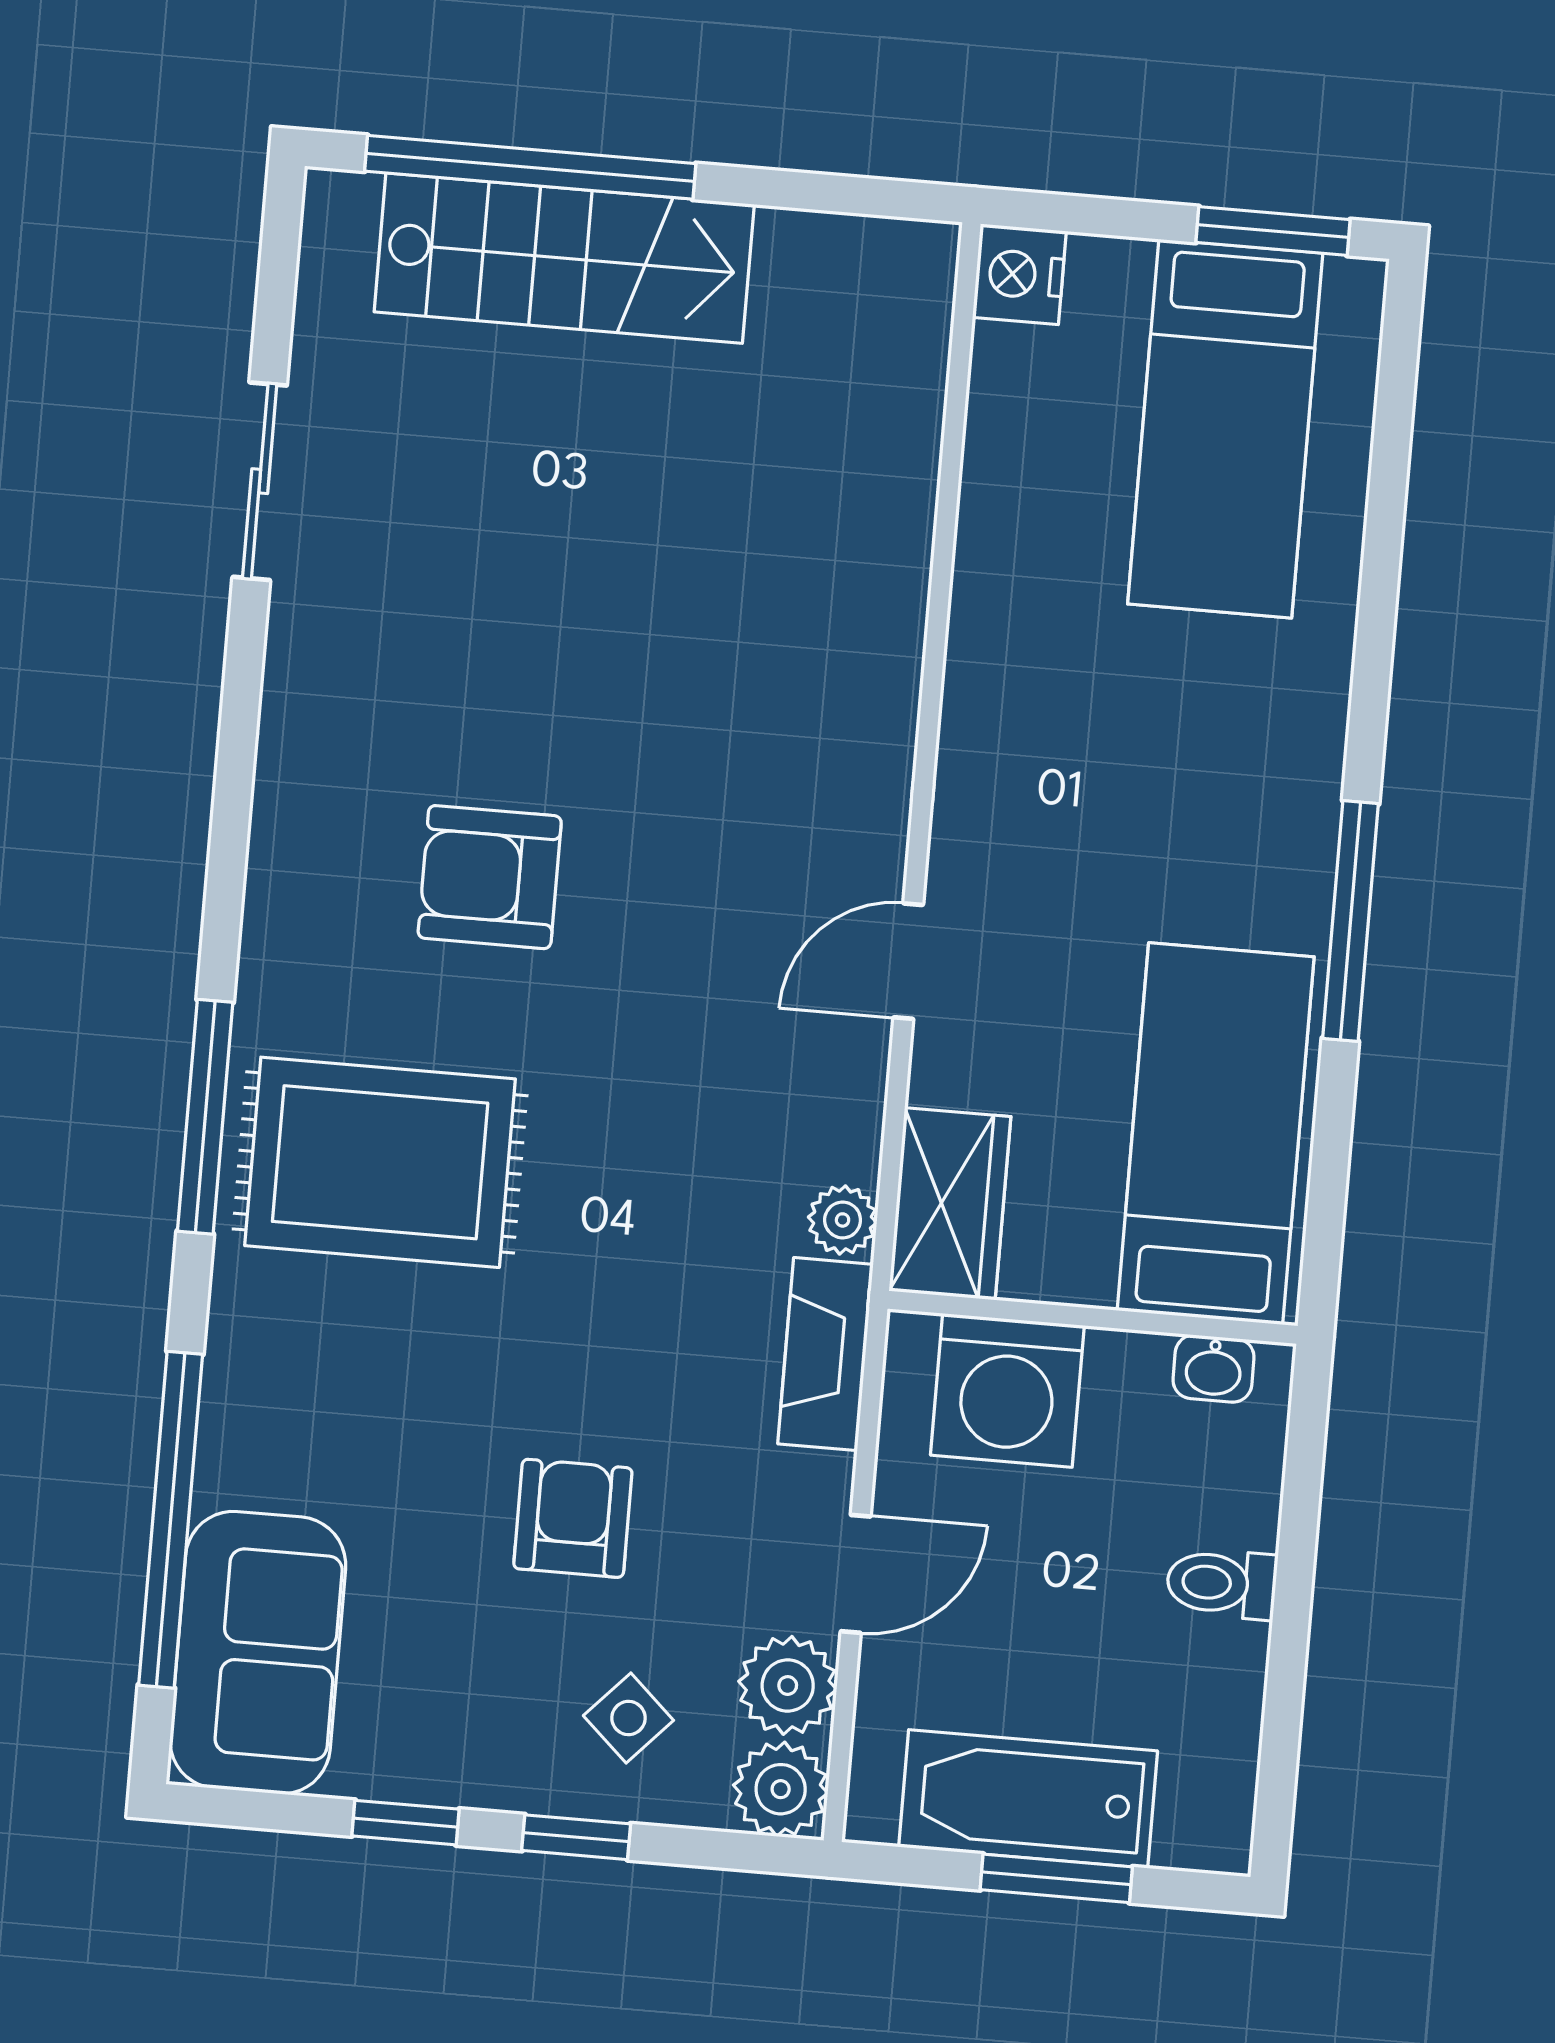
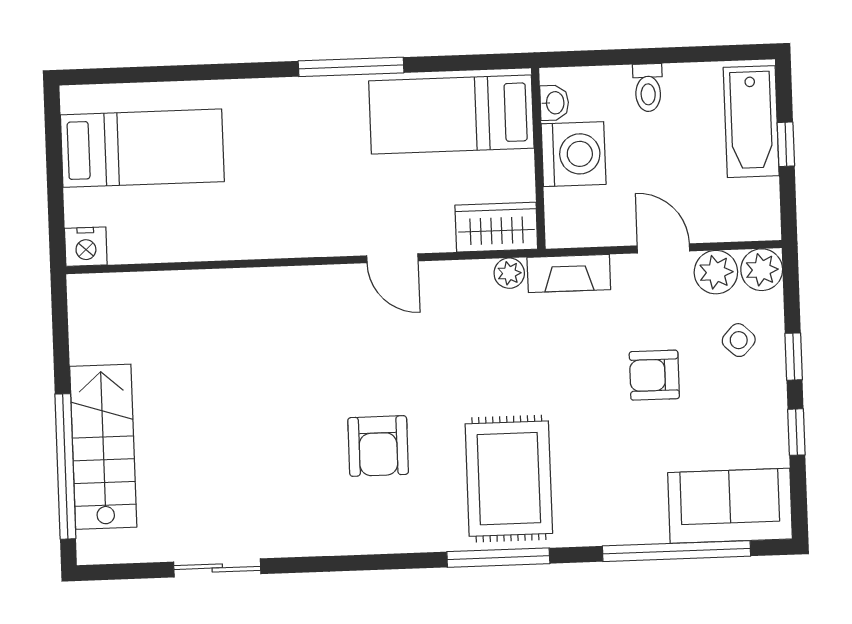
window: (1273, 231) -> (53, 138), removed
washing machine: (1007, 1390) -> (574, 154), moved
bathtub: (1028, 1799) -> (751, 122), moved
window: (1056, 1878) -> (786, 144), width x0.67

